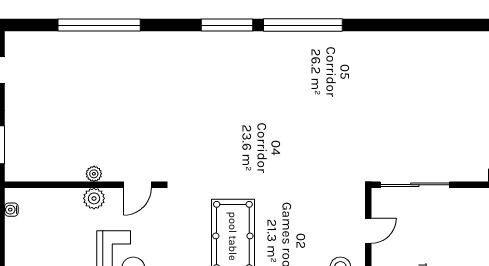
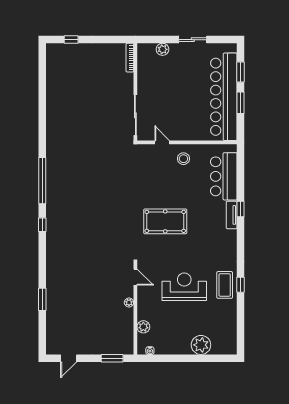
window: (99, 25) -> (42, 299), width x0.47
window: (227, 25) -> (42, 225), width x0.46
plant: (94, 198) -> (143, 327), moved

